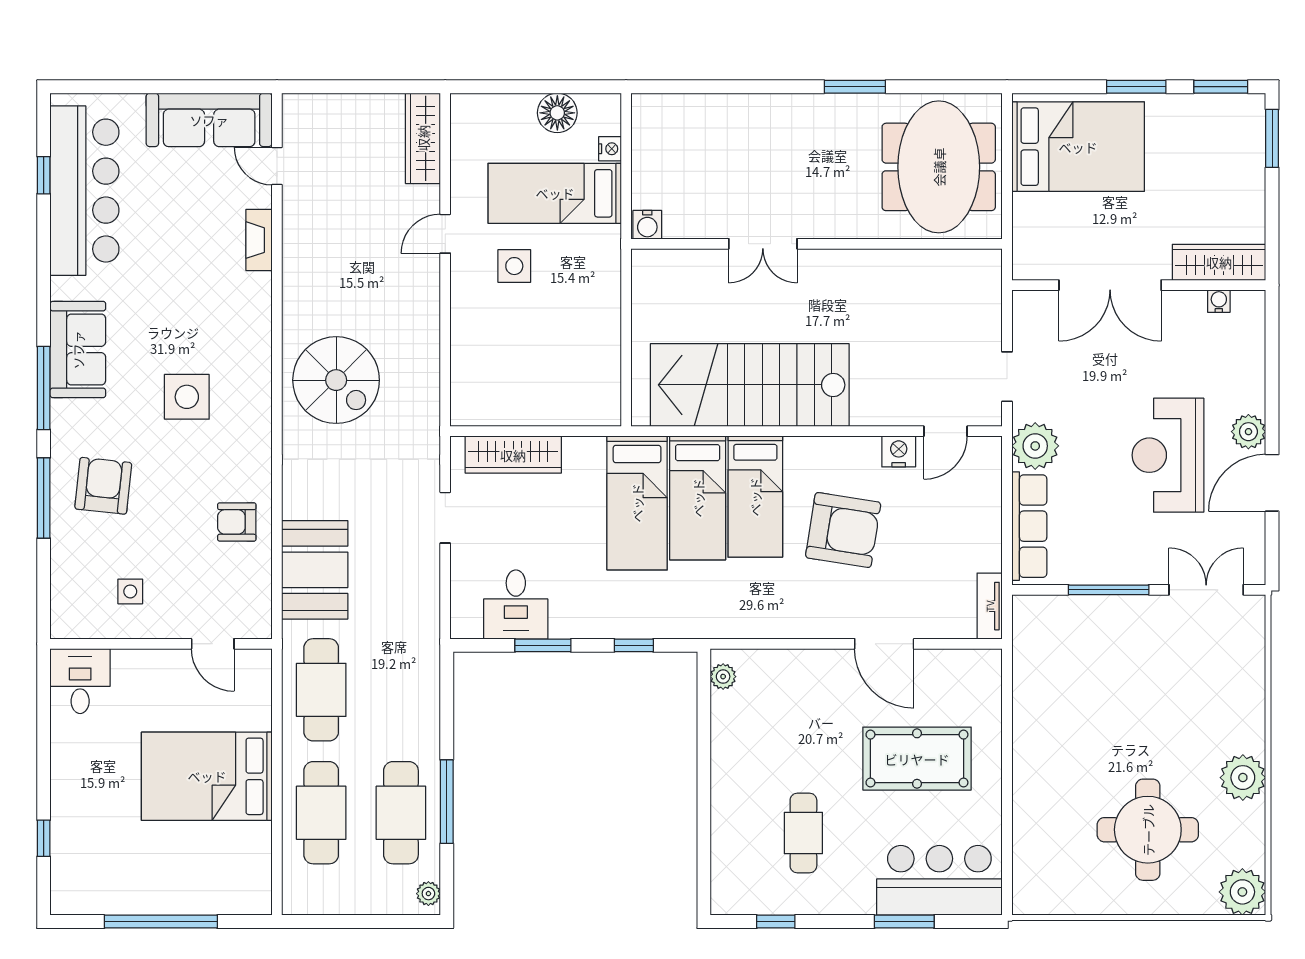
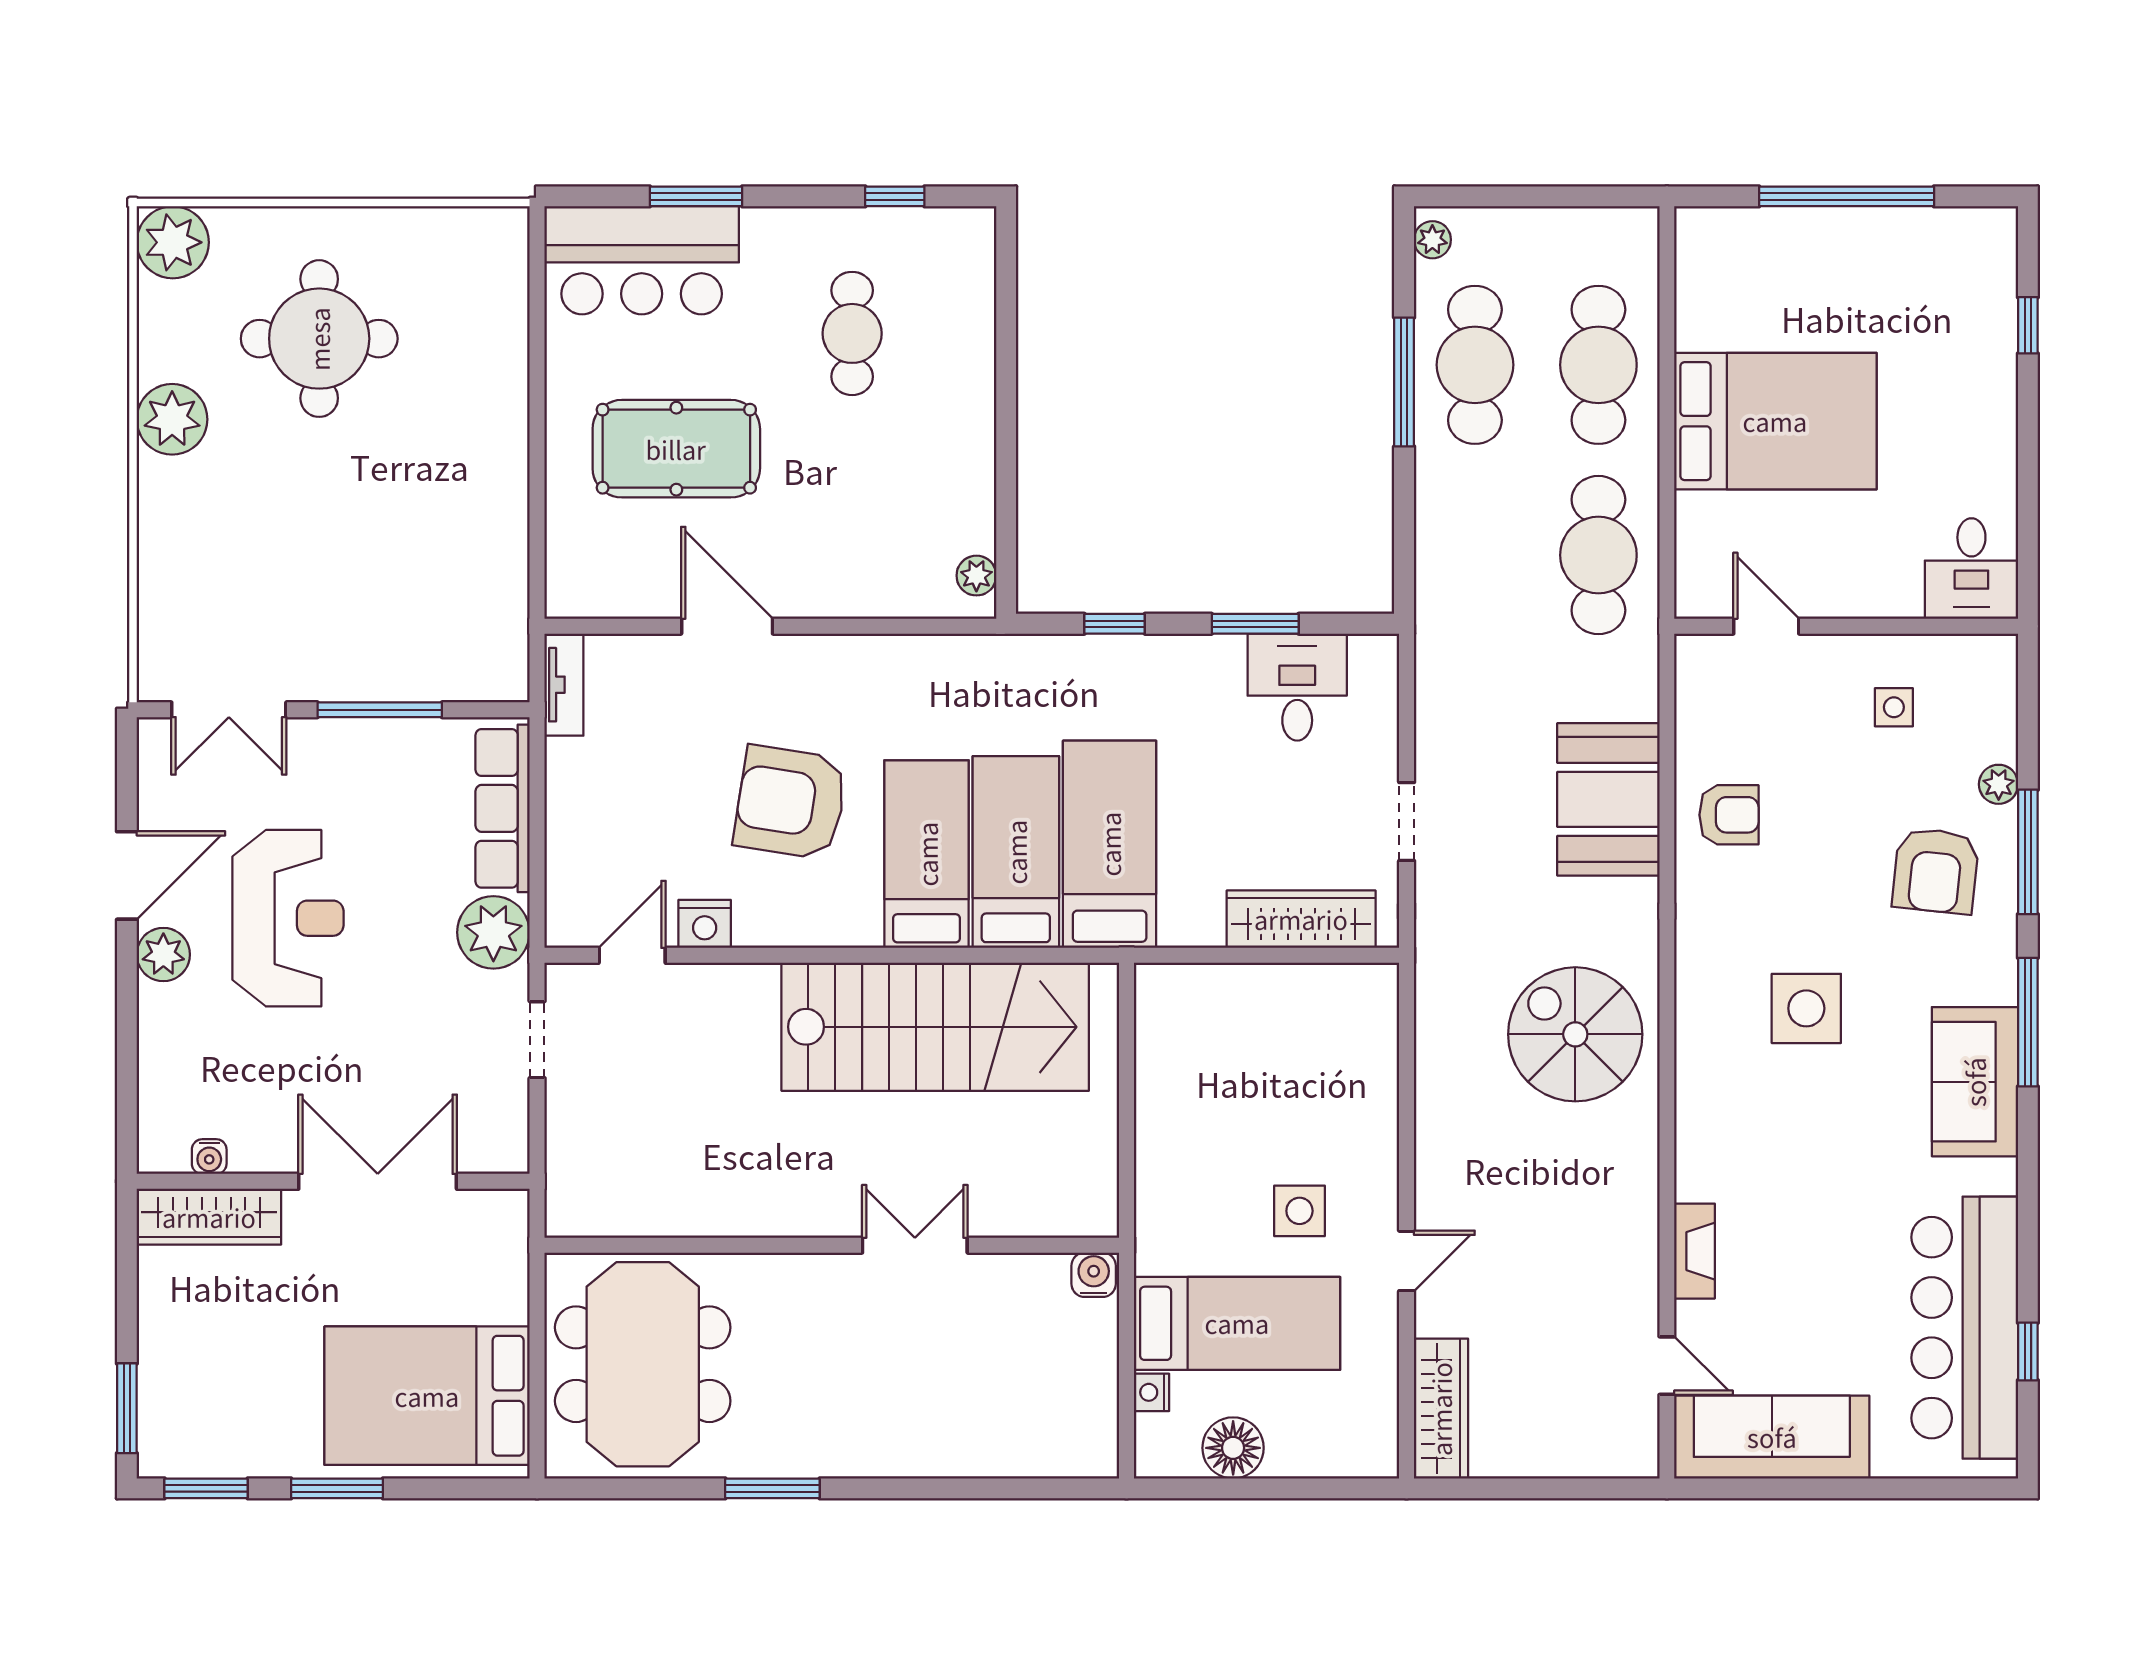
plant: (63, 542) -> (1999, 784), added
booth: (315, 570) -> (1608, 799), moved

